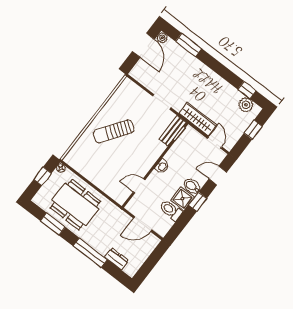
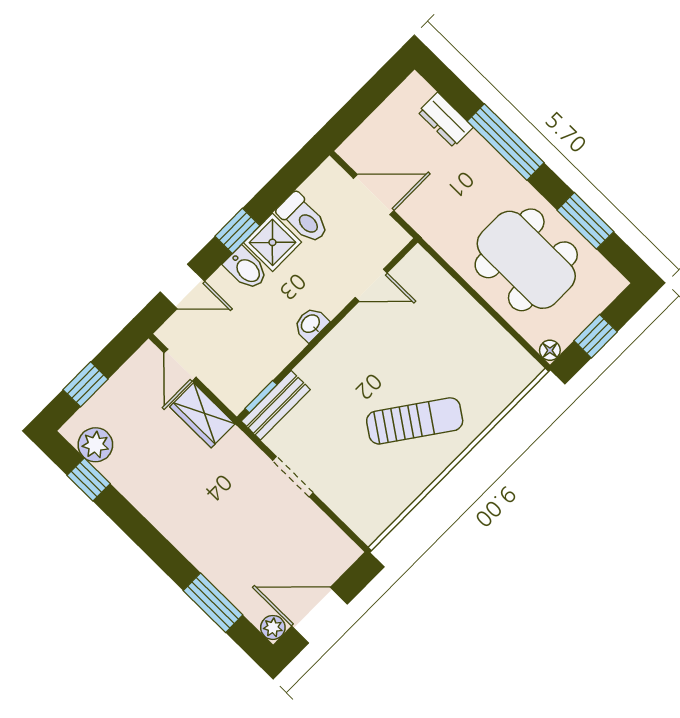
door: (143, 45) -> (319, 615), hinge flipped
wardrobe: (198, 119) -> (202, 415), width x0.67

